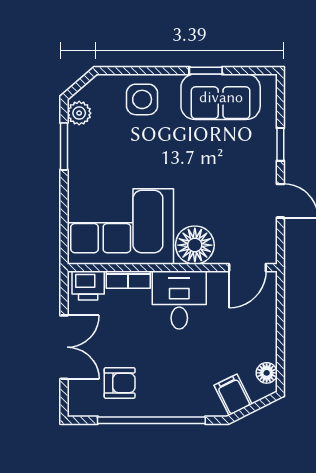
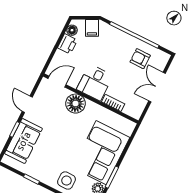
sofa: (221, 97) -> (24, 141), moved, turned 90
corner sofa: (120, 226) -> (101, 153), moved, turned 90
printer: (88, 286) -> (67, 44), moved, turned 90

